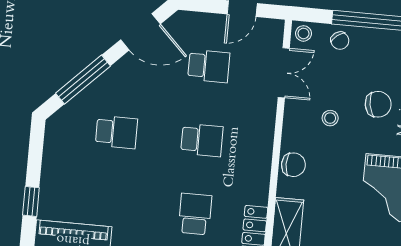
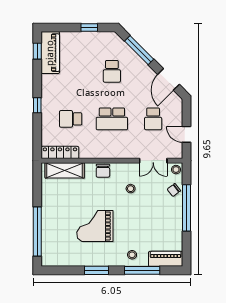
chair: (378, 104) -> (141, 214), removed
school desk: (202, 140) -> (112, 119), width x1.85
window: (31, 201) -> (89, 28), moved
school desk: (195, 214) -> (71, 119), turned 180

